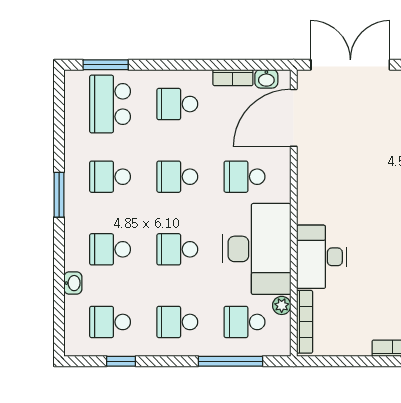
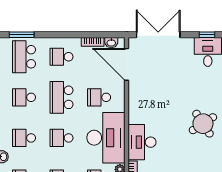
door: (294, 118) -> (127, 64), hinge flipped
school desk: (177, 177) -> (62, 97), width x1.85

